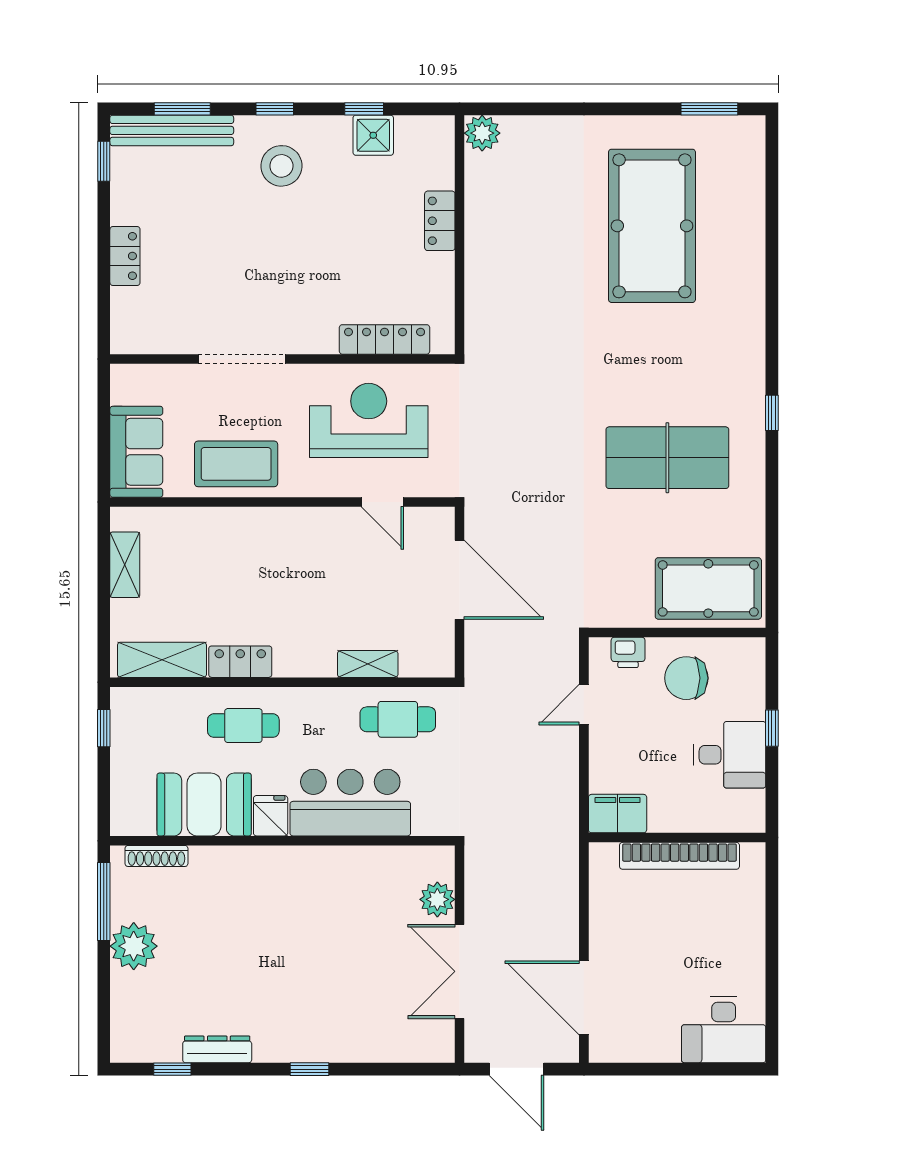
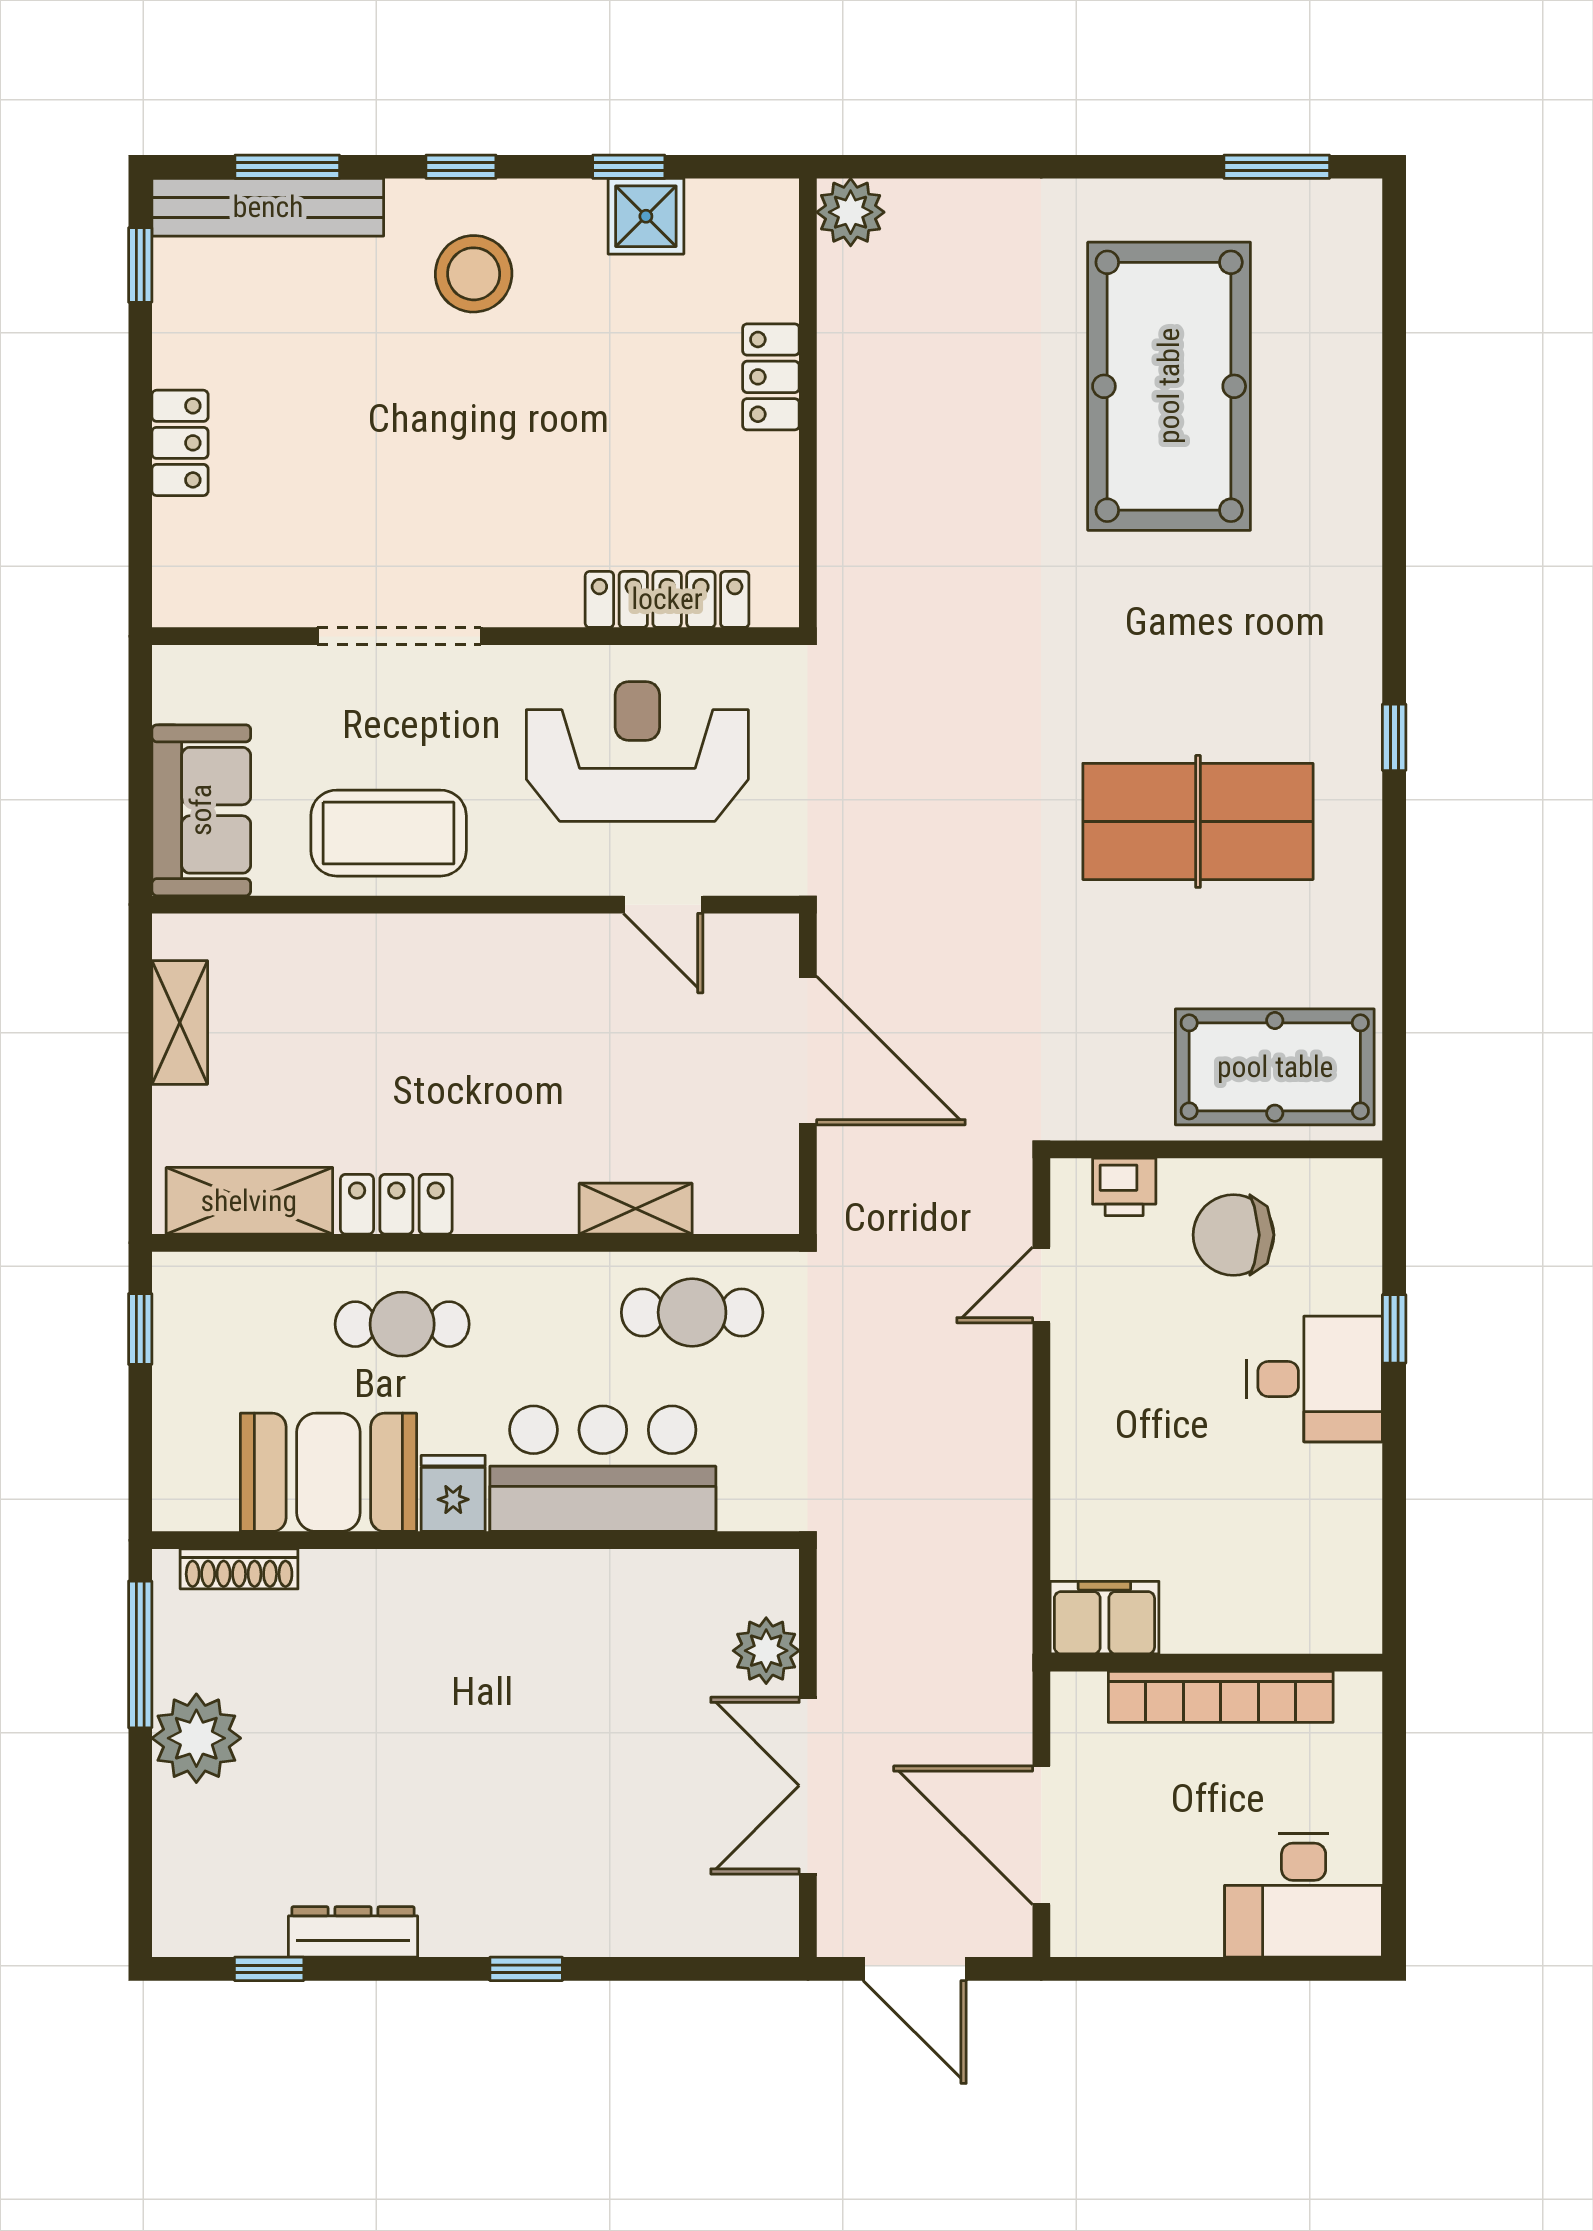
filing cabinet: (618, 814) -> (1104, 1618), moved
wall: (677, 838) -> (1216, 1663), moved
bookcase: (679, 856) -> (1221, 1697), moved

